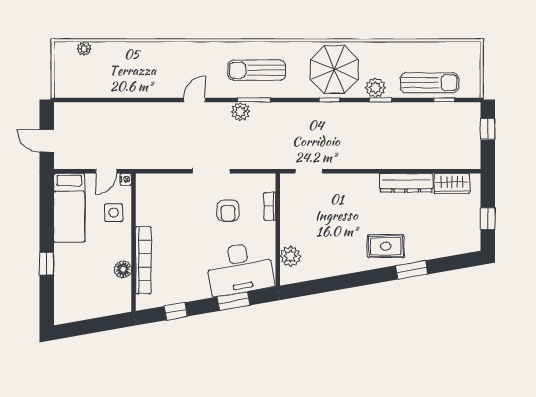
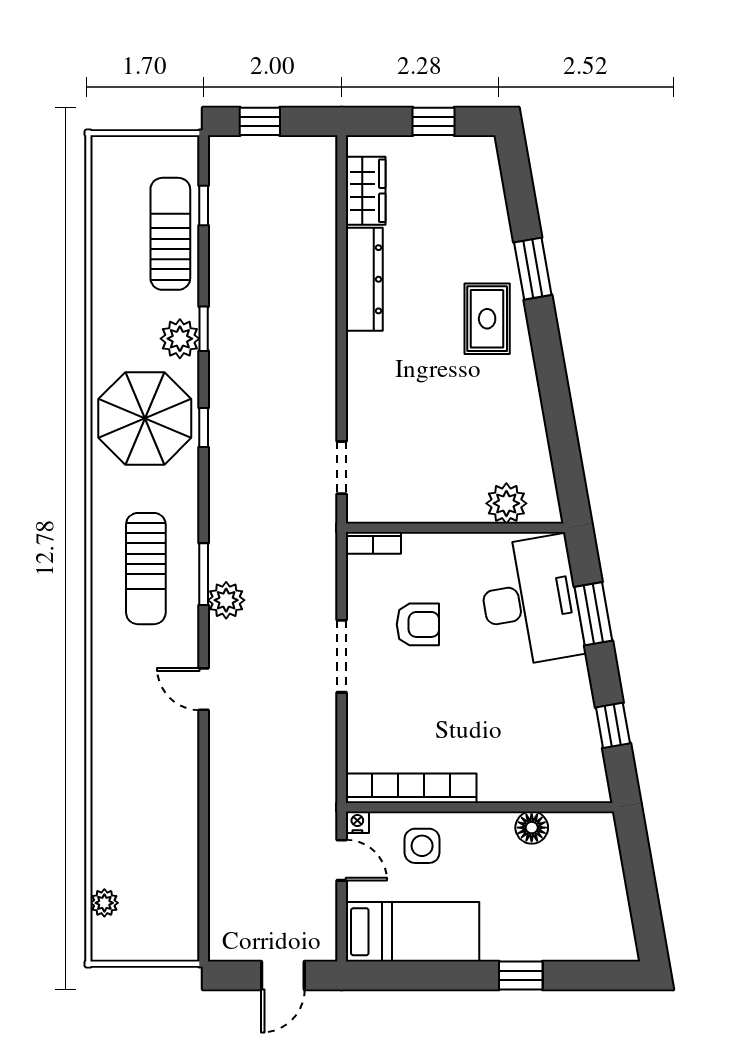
bookcase: (270, 206) -> (373, 543), moved
bookcase: (143, 260) -> (411, 788), moved

